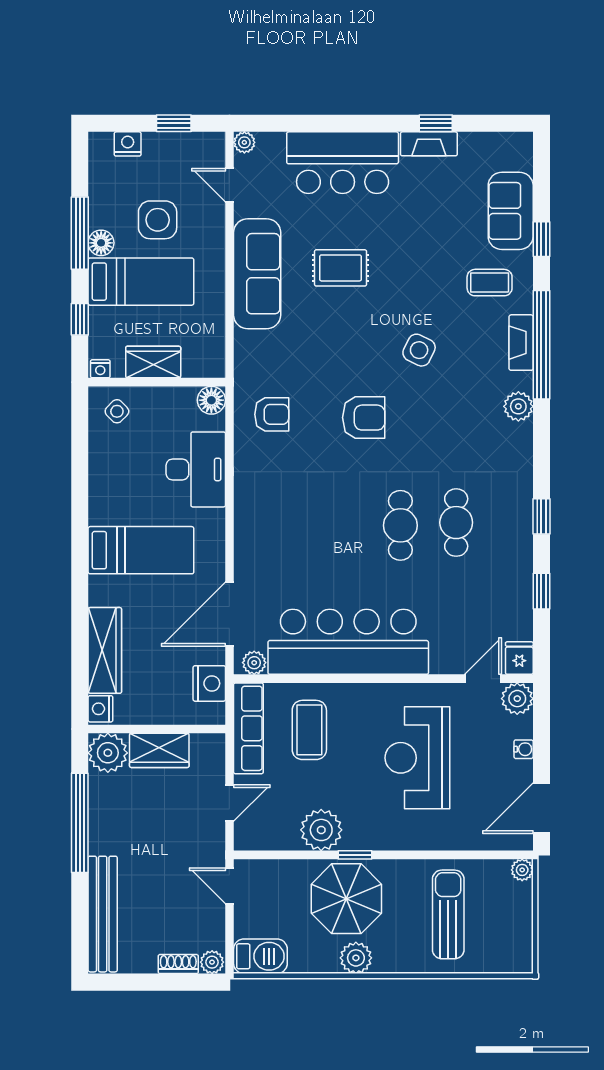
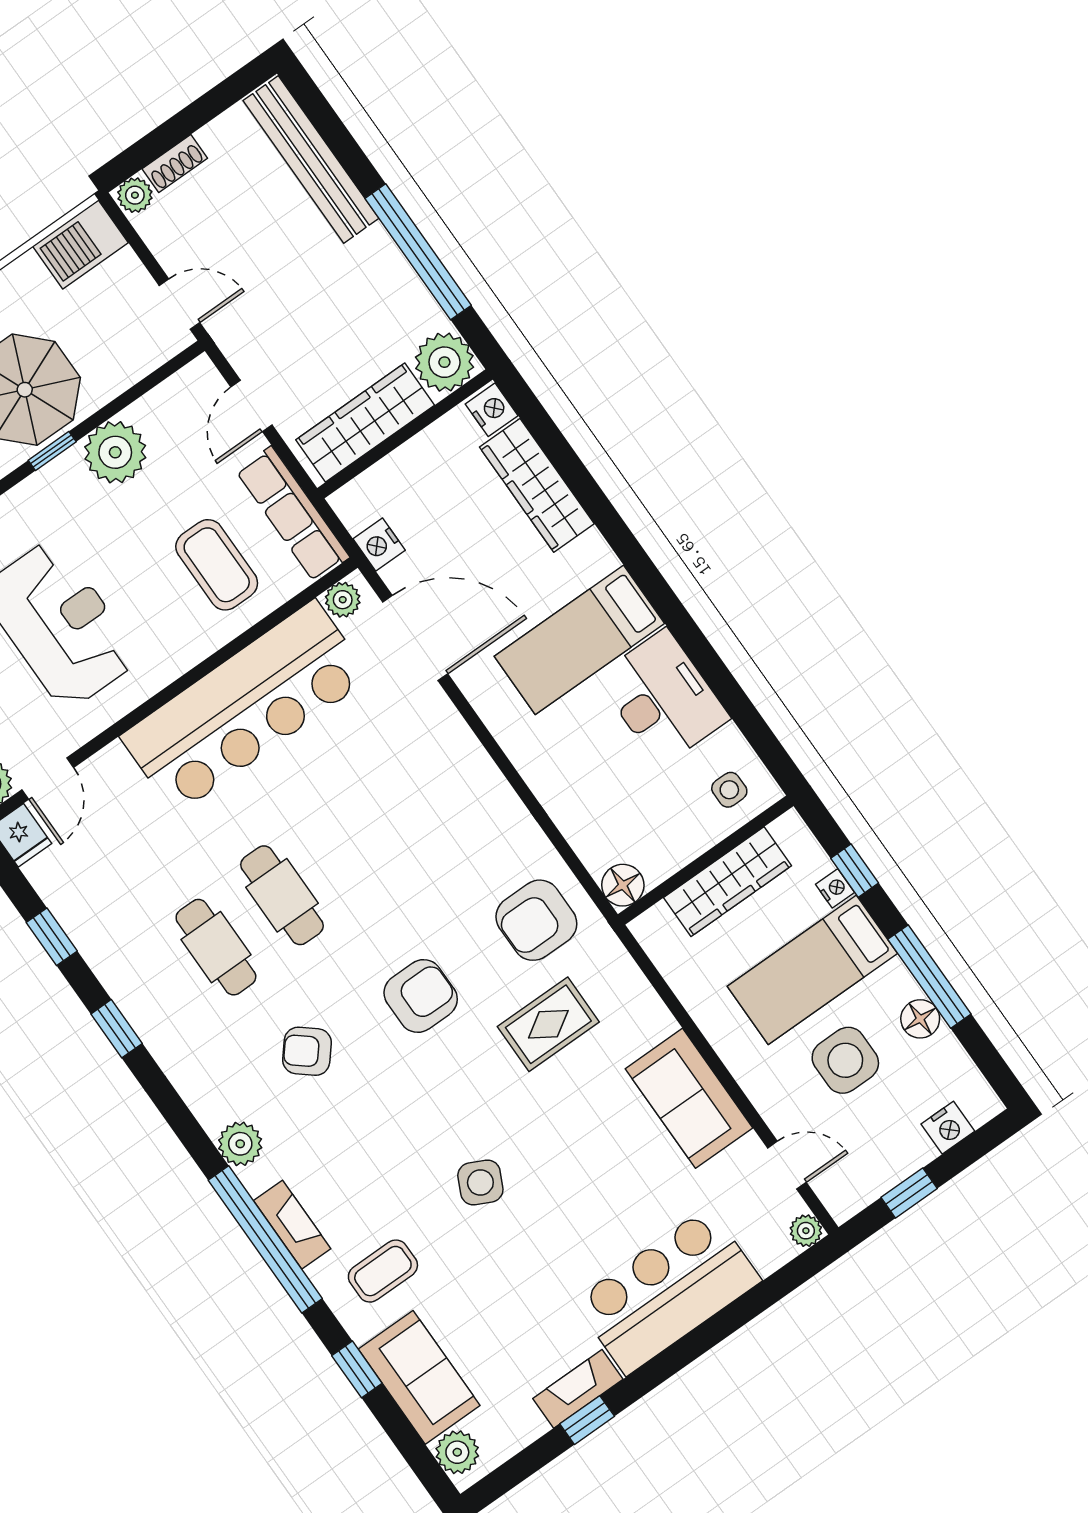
plant: (519, 156) -> (457, 1452), added
floor lamp: (101, 243) -> (920, 1019), moved
rug: (341, 268) -> (548, 1024), moved
sofa: (257, 274) -> (689, 1098), width x0.73
side table: (419, 350) -> (480, 1182), moved
wardrobe: (153, 362) -> (727, 882), width x1.50
nightstand: (100, 369) -> (835, 888), moved, turned 90
side table: (117, 411) -> (729, 790), turned 45
armchair: (272, 414) -> (536, 920), width x1.38, depth x1.38
armchair: (364, 418) -> (421, 996), turned 180
armchair: (447, 431) -> (307, 1051), added
desk: (196, 469) -> (663, 698), moved, turned 180
door: (229, 614) -> (415, 638), hinge flipped
nightstand: (209, 683) -> (379, 545), width x0.74, depth x0.75
wardrobe: (159, 750) -> (365, 423), width x1.50

